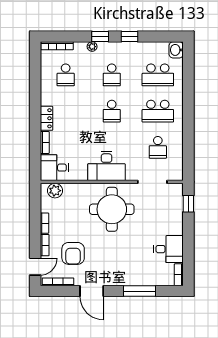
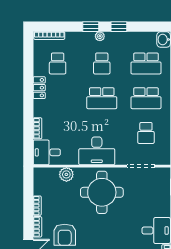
plant: (92, 47) -> (100, 36), moved
school desk: (112, 111) -> (102, 98), width x1.85
locker: (46, 118) -> (39, 88), moved
plant: (55, 191) -> (66, 174), moved

